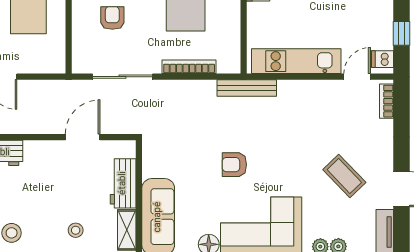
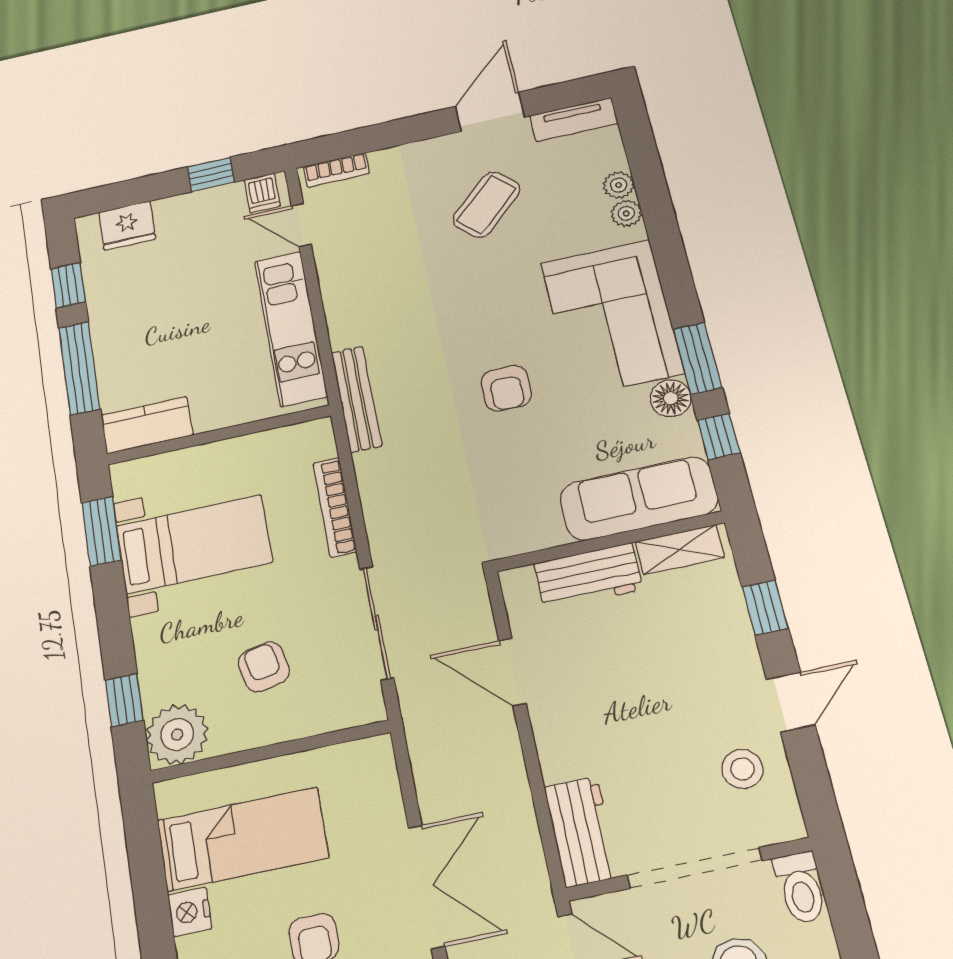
armchair: (112, 18) -> (264, 667), turned 78
stool: (76, 230) -> (705, 645), removed

